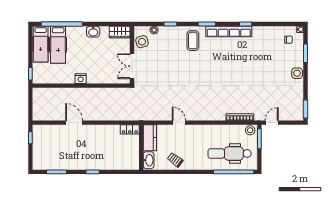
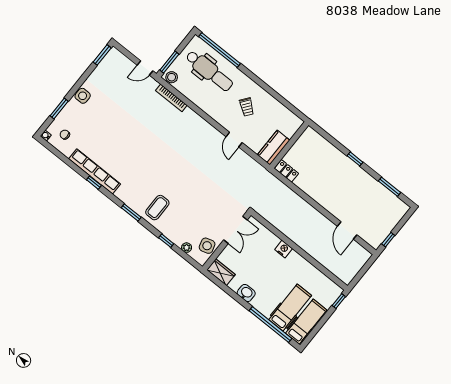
row of seats: (229, 32) -> (95, 171), moved
nightstand: (81, 79) -> (284, 249), moved
door: (74, 123) -> (347, 230), moved
washbasin: (149, 160) -> (292, 127), removed
trolley: (175, 160) -> (247, 107), moved

